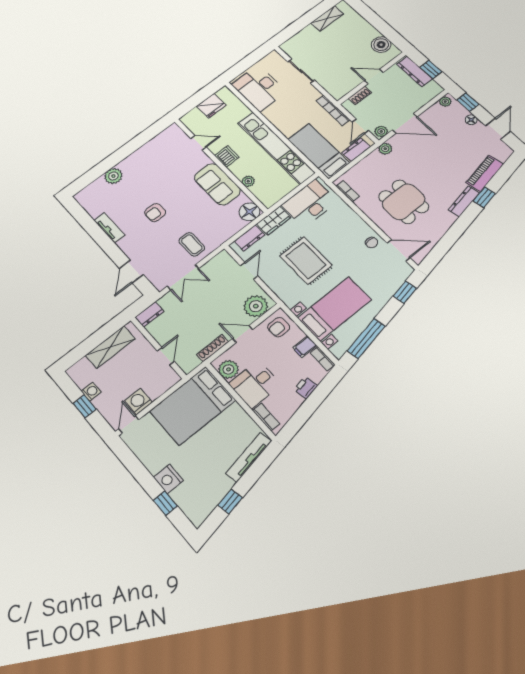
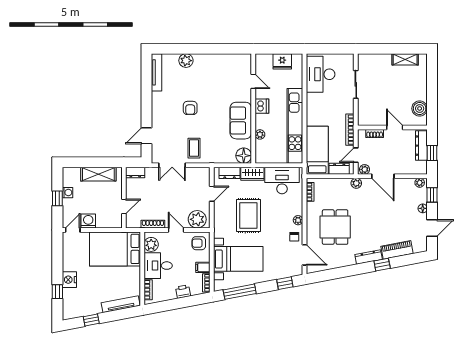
armchair: (155, 213) -> (190, 108), turned -90
plant: (361, 225) -> (298, 220), added
tv unit: (109, 228) -> (156, 72), moved, width x1.41

